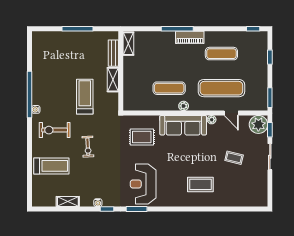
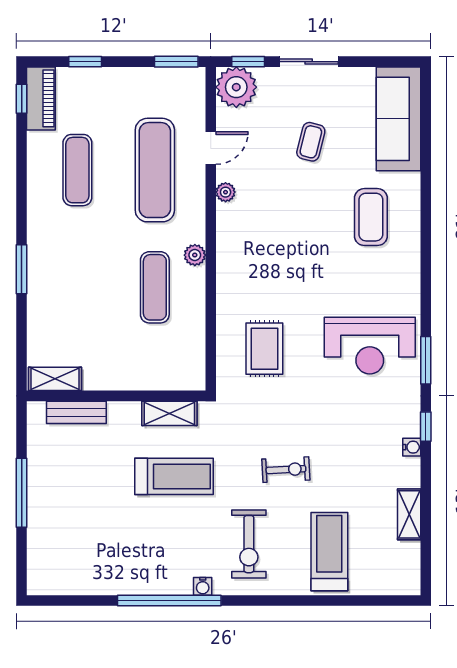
window: (177, 29) -> (22, 269), width x0.69
piano: (190, 37) -> (41, 98), moved
shelving: (113, 80) -> (169, 413), moved
treadmill: (85, 97) -> (174, 476), turned 180
sofa: (183, 125) -> (398, 119), moved, turned 180

